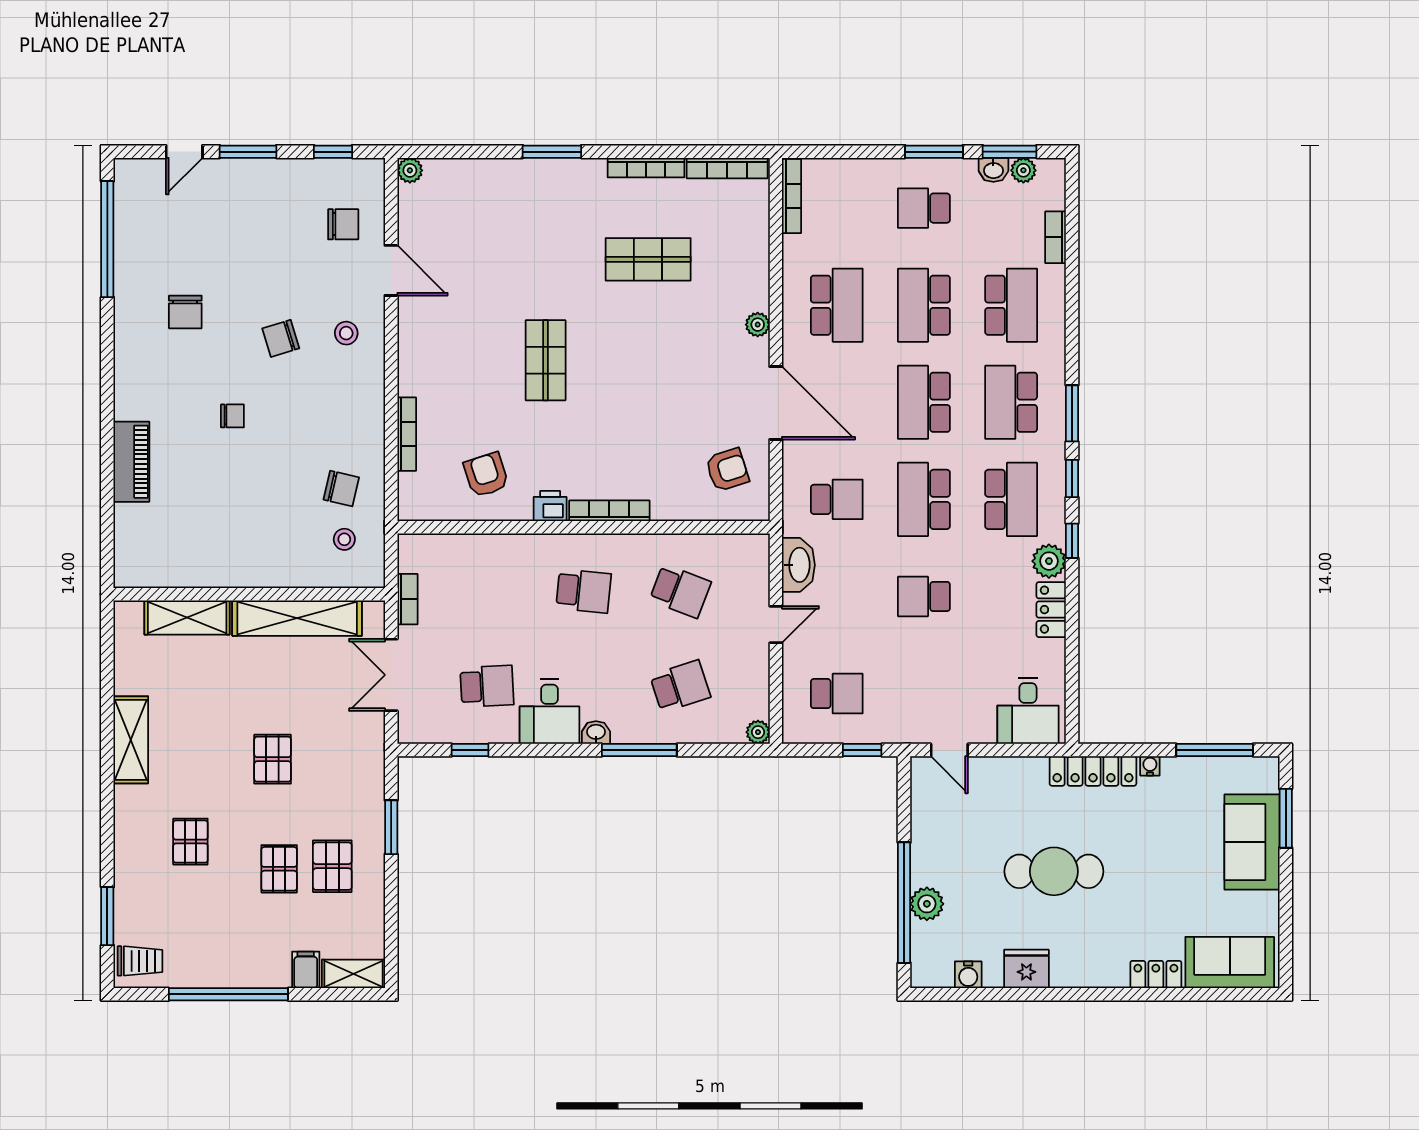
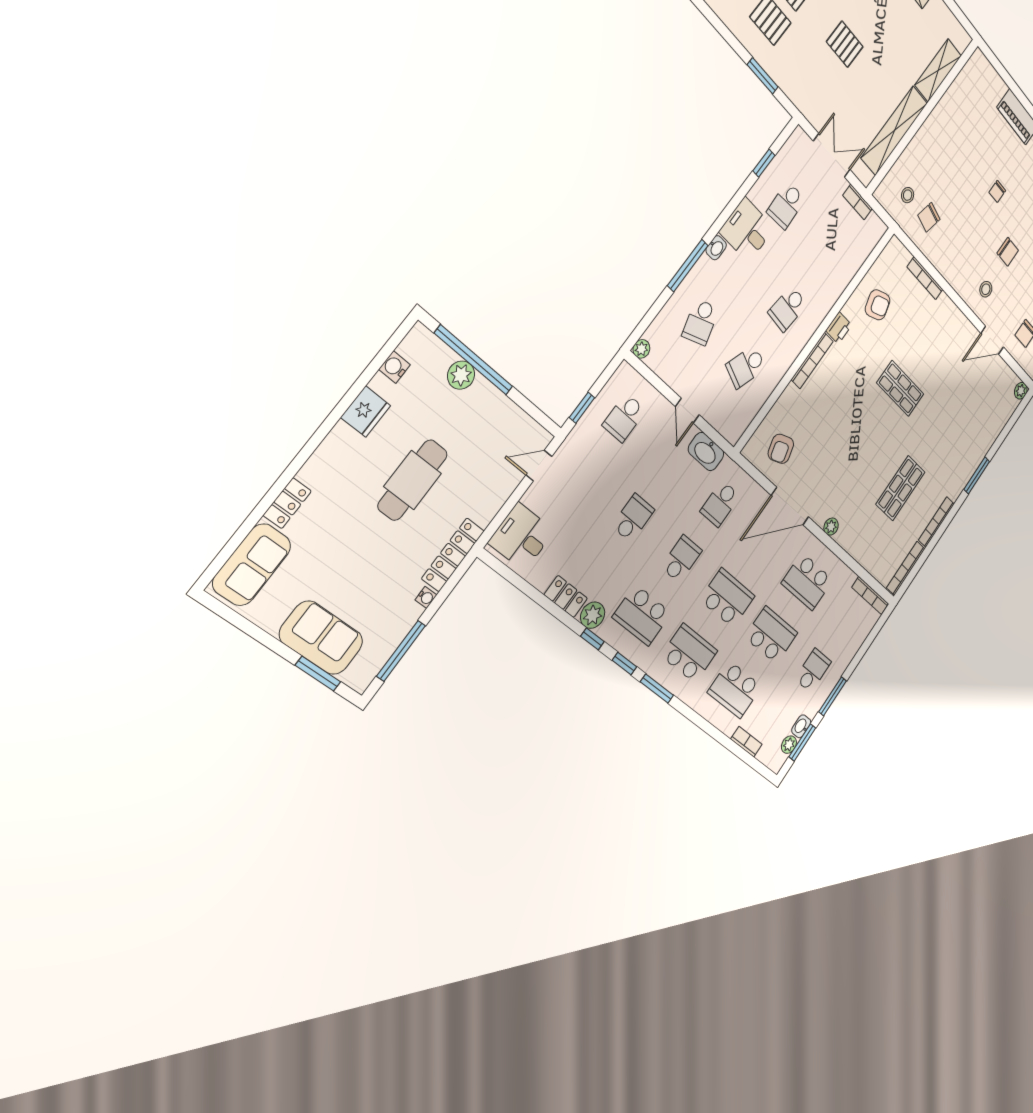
chair: (281, 338) -> (1008, 252), turned 107
school desk: (924, 499) -> (681, 559), width x0.54

